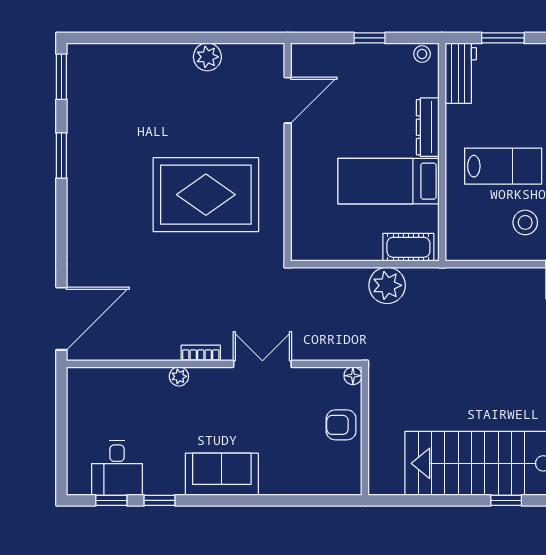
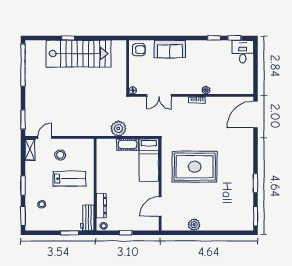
dresser: (428, 127) -> (101, 206), moved
lab bench: (503, 166) -> (69, 179), turned 180
bed: (389, 181) -> (149, 160), moved, turned 90
cot: (408, 247) -> (128, 145), moved
double door: (262, 364) -> (159, 95), moved
armchair: (341, 425) -> (139, 50), moved
desk: (117, 468) -> (243, 52), moved
sofa: (222, 474) -> (170, 49), moved

